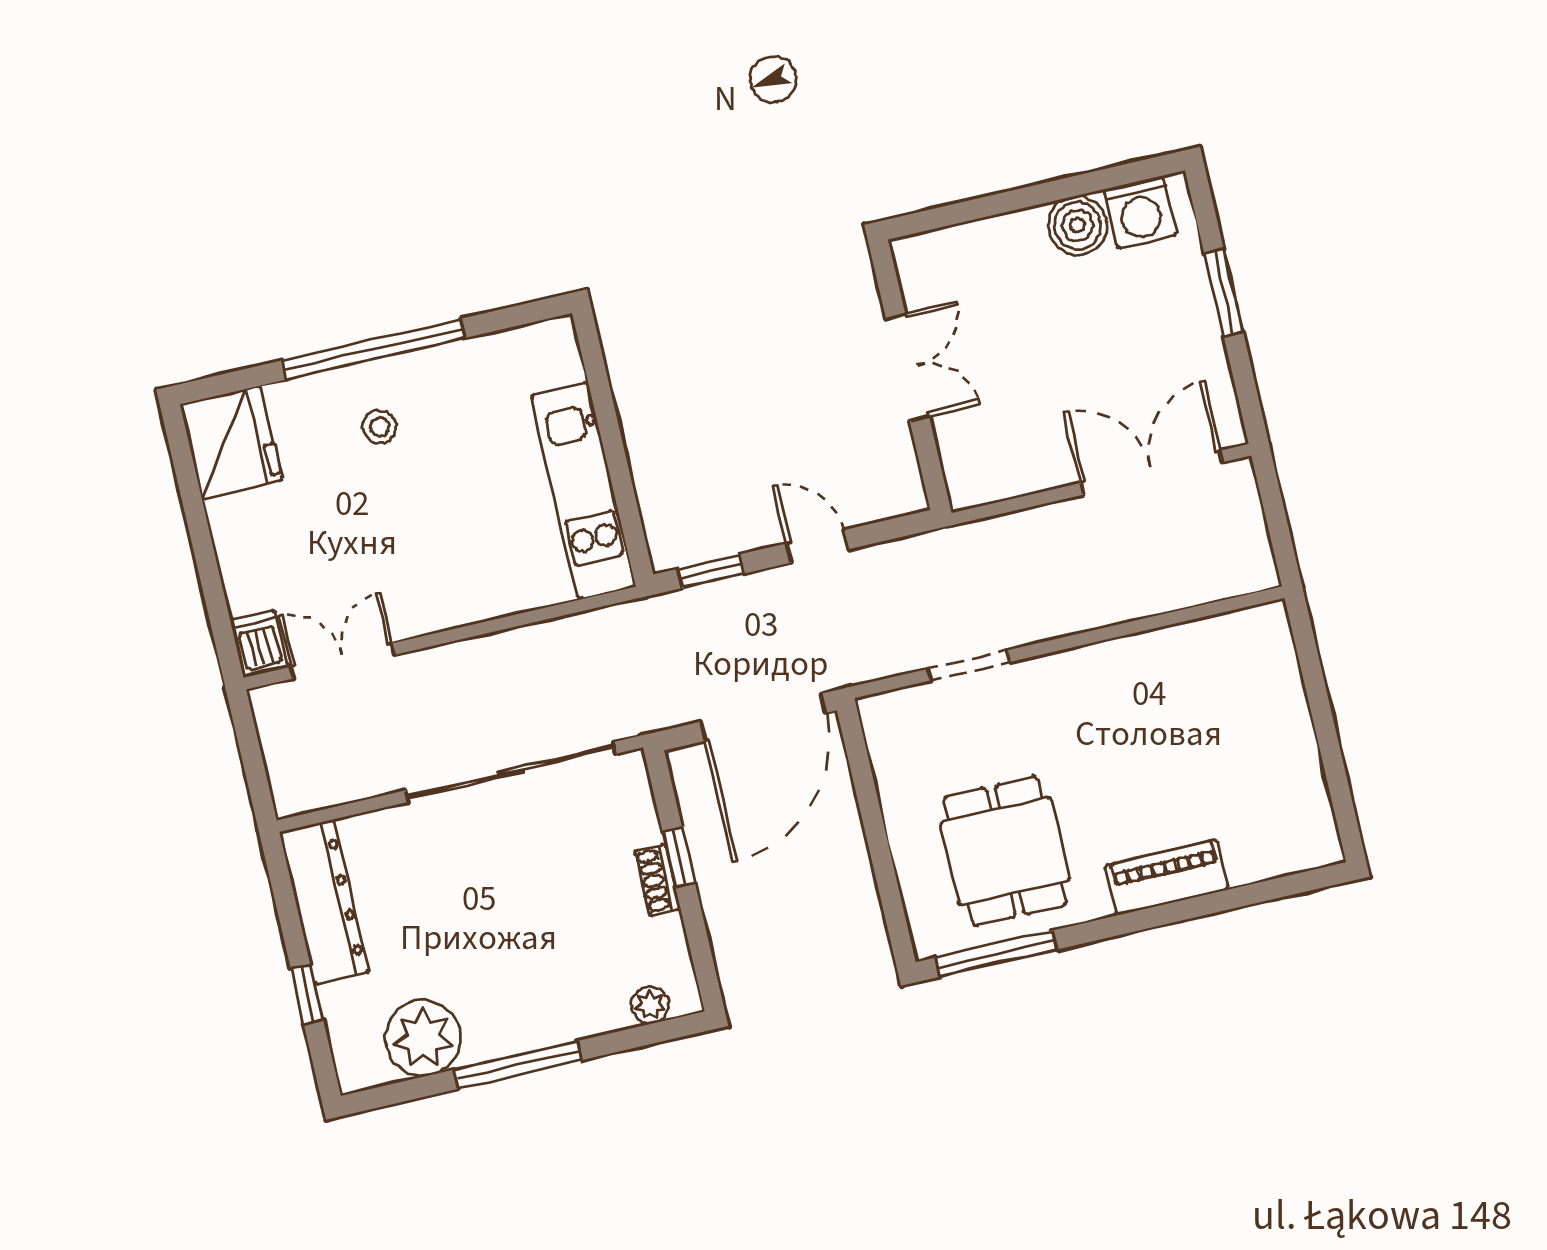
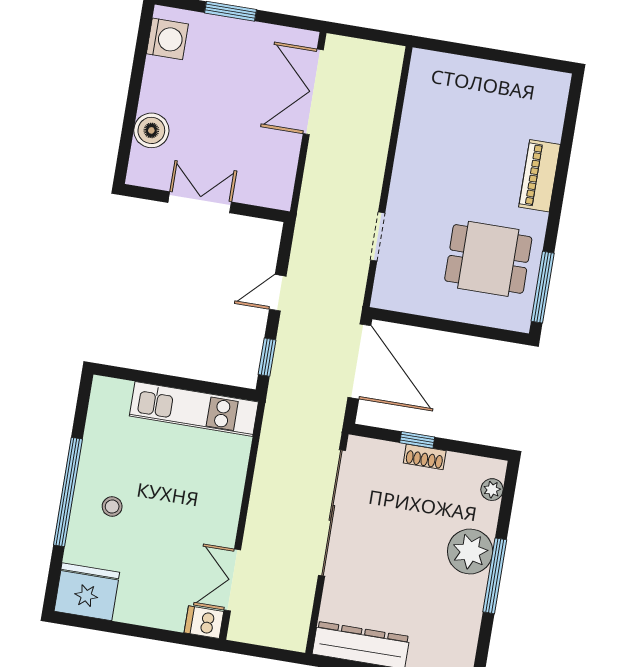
boiler: (1078, 225) -> (151, 130), moved
plant: (423, 1038) -> (470, 551), moved

